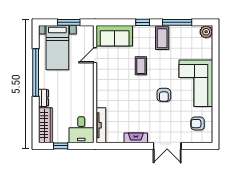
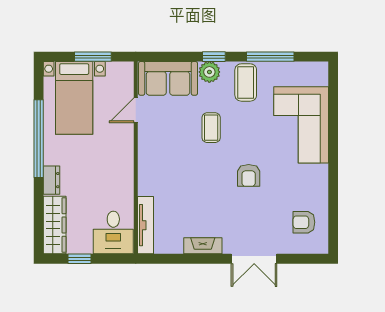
plant: (206, 32) -> (209, 72), moved
corner sofa: (196, 83) -> (301, 125), moved

